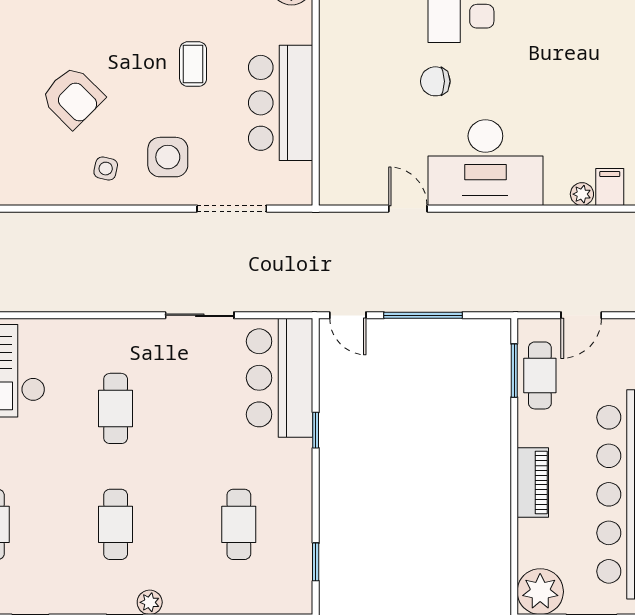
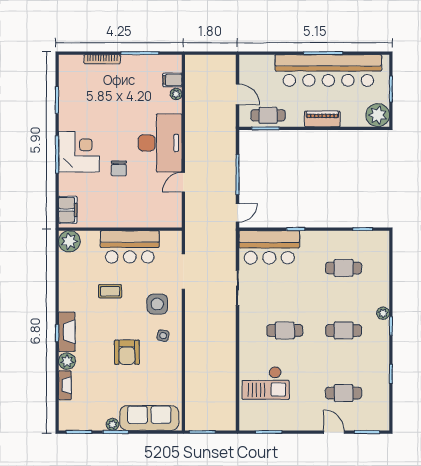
armchair: (73, 97) -> (127, 352), turned 135

